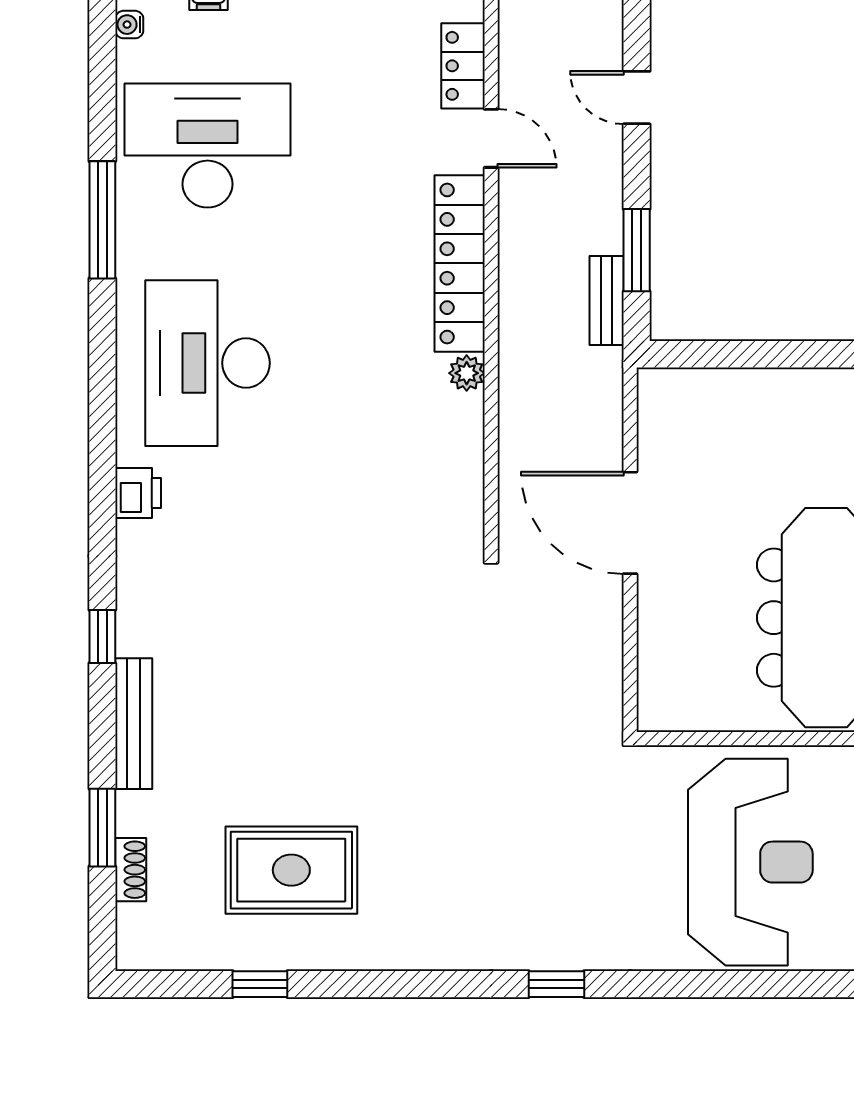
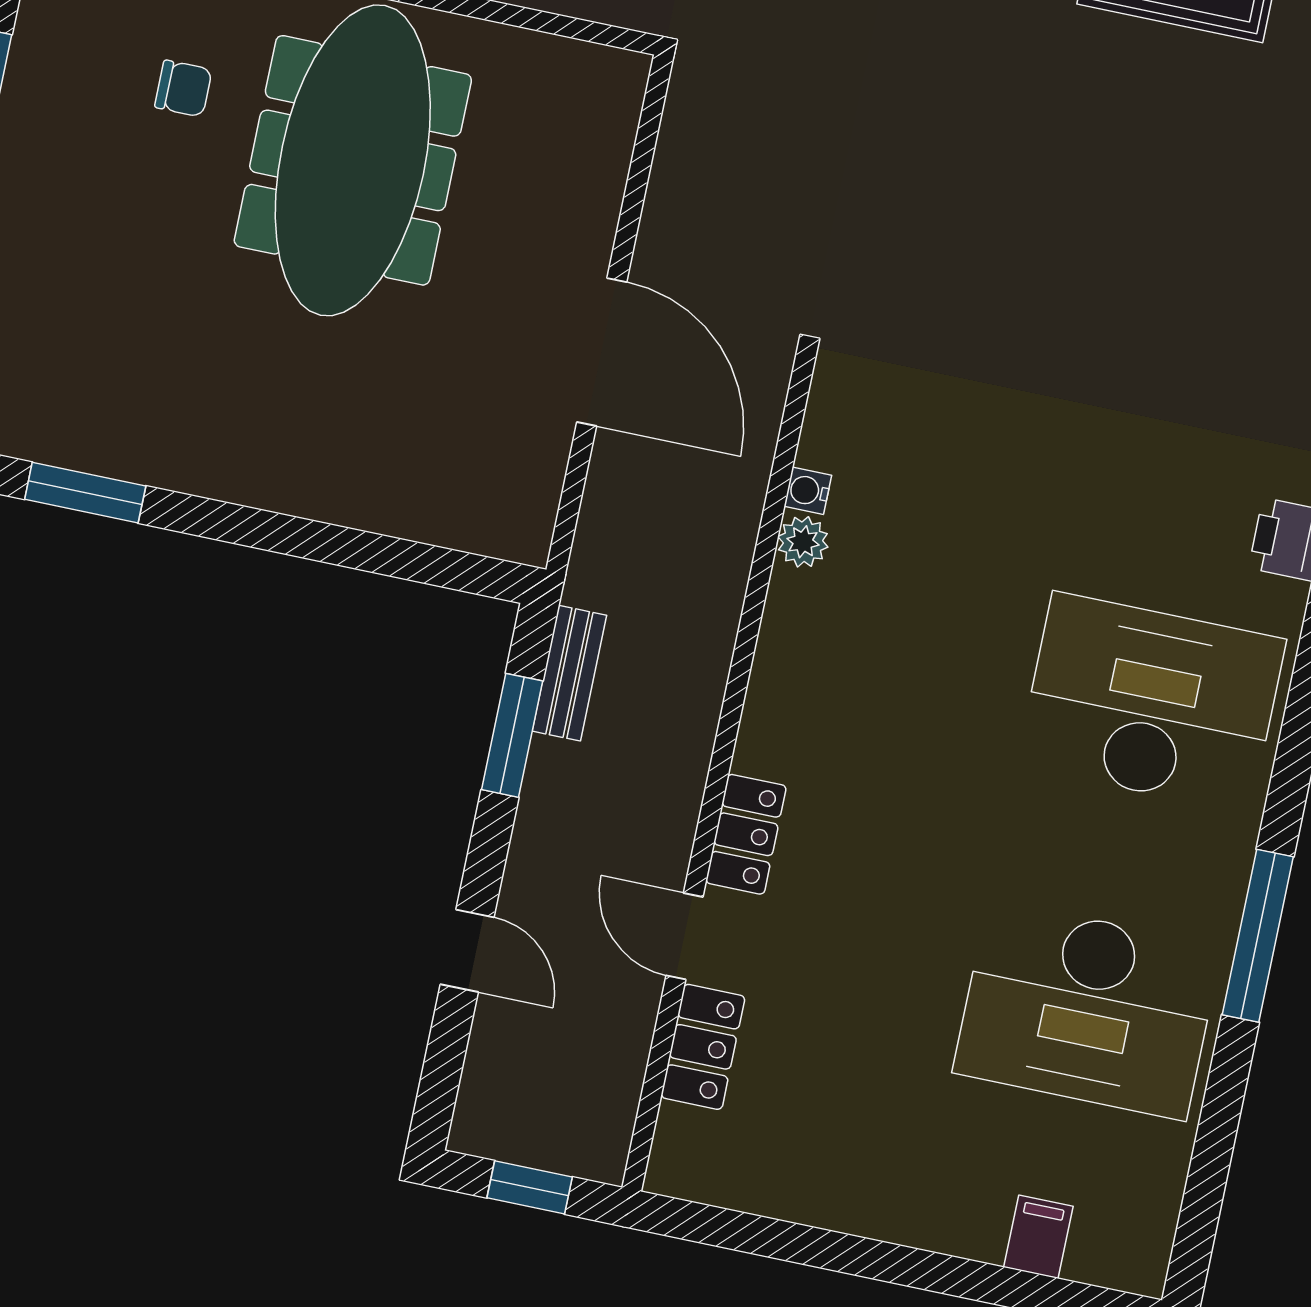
water cooler: (129, 25) -> (808, 491), moved, turned 180
locker: (460, 263) -> (746, 834), width x0.46, depth x0.83
desk: (208, 363) -> (1151, 702), turned -90
plant: (467, 373) -> (803, 542), moved

